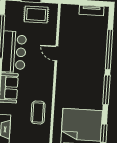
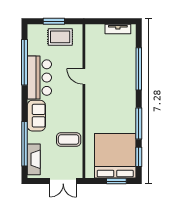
window: (106, 90) -> (139, 123), moved
coffee table: (38, 112) -> (69, 139), turned 90

